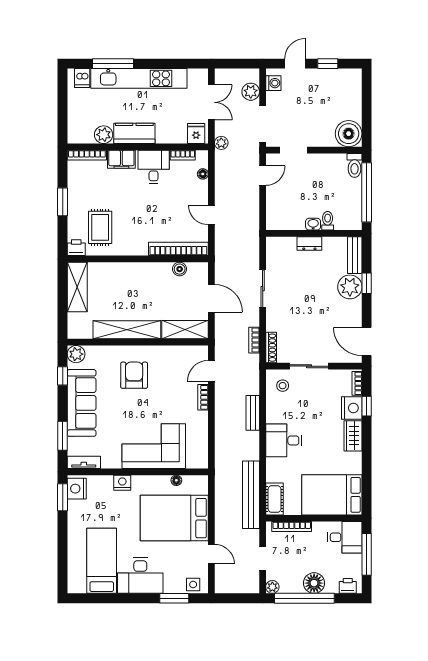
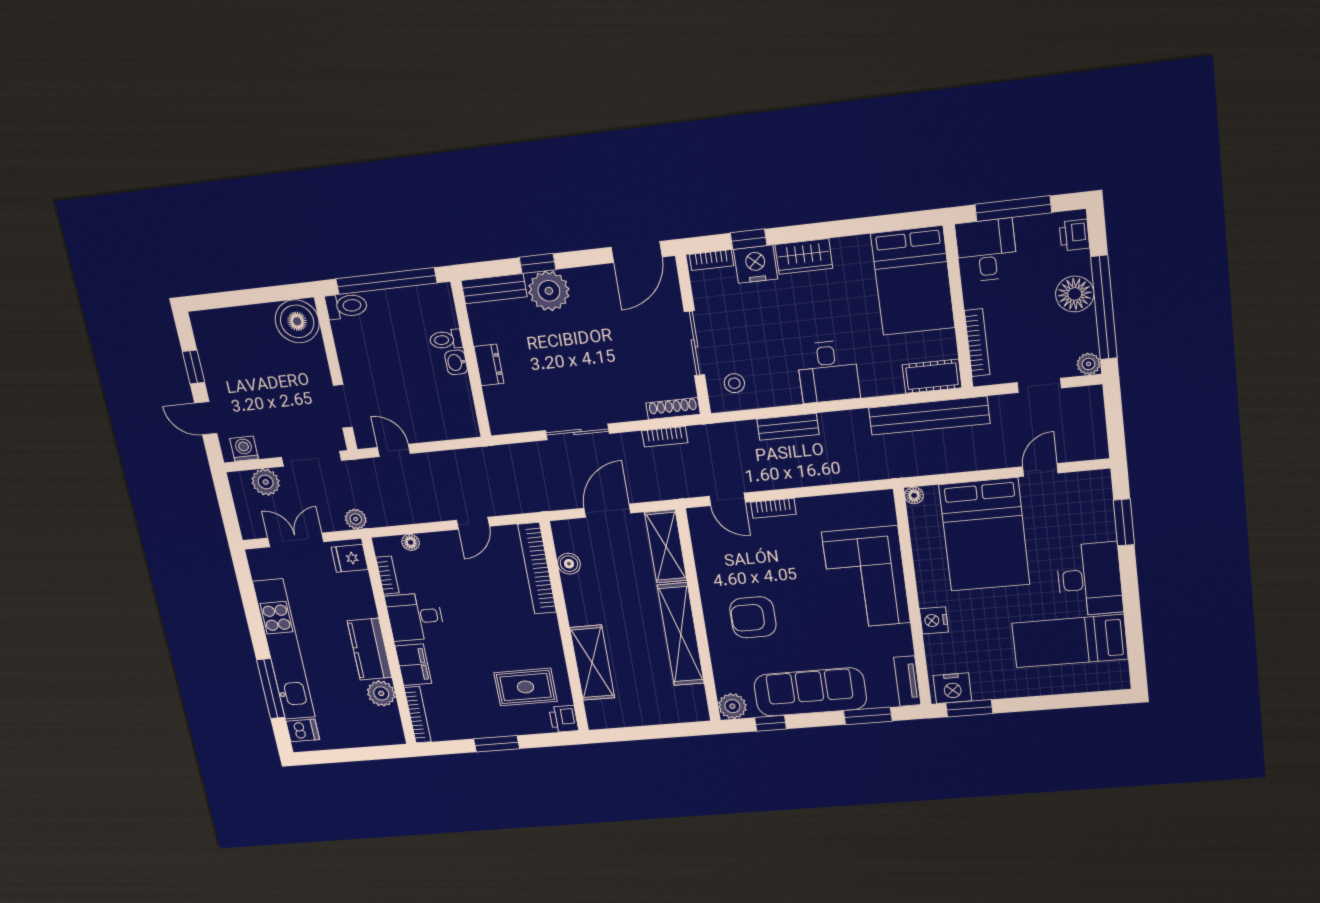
shelving: (77, 287) -> (592, 663), moved, turned 90
floor lamp: (176, 480) -> (914, 495), moved
side table: (193, 585) -> (1097, 494), removed

